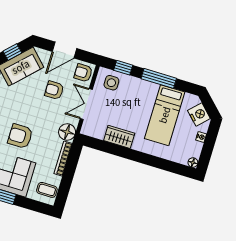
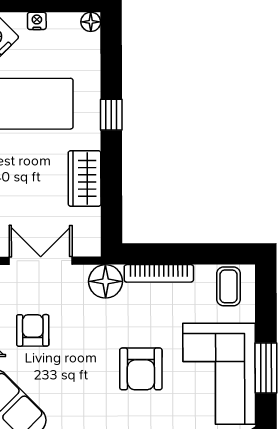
armchair: (54, 90) -> (33, 330), turned 180
double door: (86, 104) -> (41, 261), swing flipped
window: (146, 159) -> (111, 115), added

